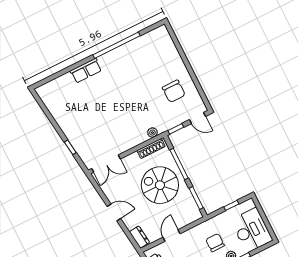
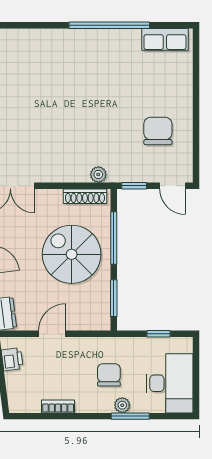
row of seats: (86, 71) -> (165, 39), moved
chair: (174, 91) -> (158, 131), turned 180

